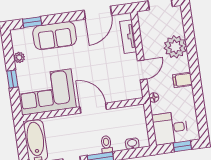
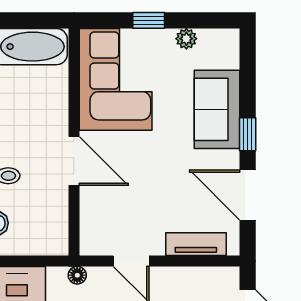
window: (32, 22) -> (248, 134), moved
door: (93, 108) -> (74, 161), hinge flipped

